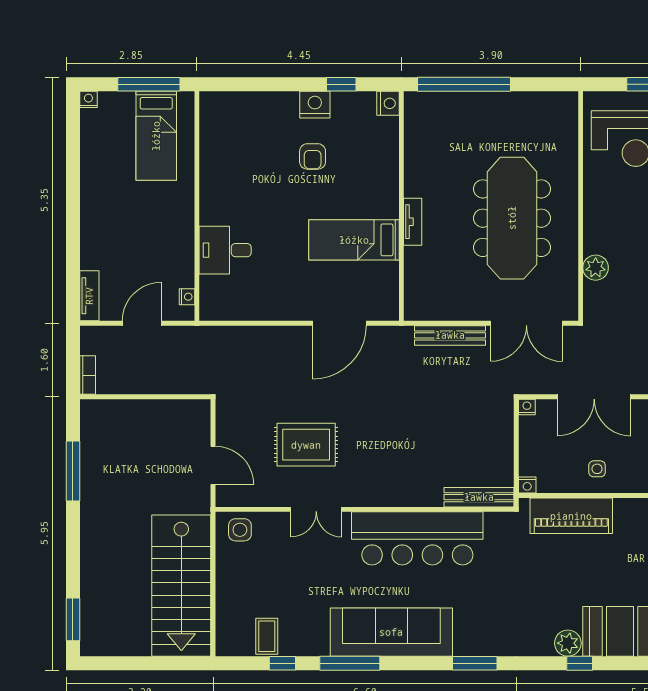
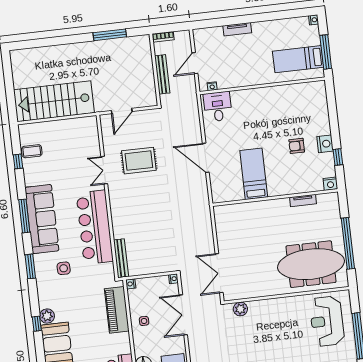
window: (464, 84) -> (348, 243), moved
meeting table: (512, 218) -> (311, 264), moved
tv unit: (413, 222) -> (303, 201), moved
desk: (225, 250) -> (218, 107), moved
plant: (596, 268) -> (240, 309), moved
tv unit: (89, 296) -> (237, 29), moved
door: (142, 323) -> (195, 63), swing flipped
door: (339, 323) -> (206, 158), moved
bench: (450, 335) -> (162, 74), moved
rug: (306, 445) -> (139, 161), turned 90
side table: (240, 530) -> (64, 268), moved
window: (73, 619) -> (29, 44), removed
window: (350, 663) -> (24, 216), moved

